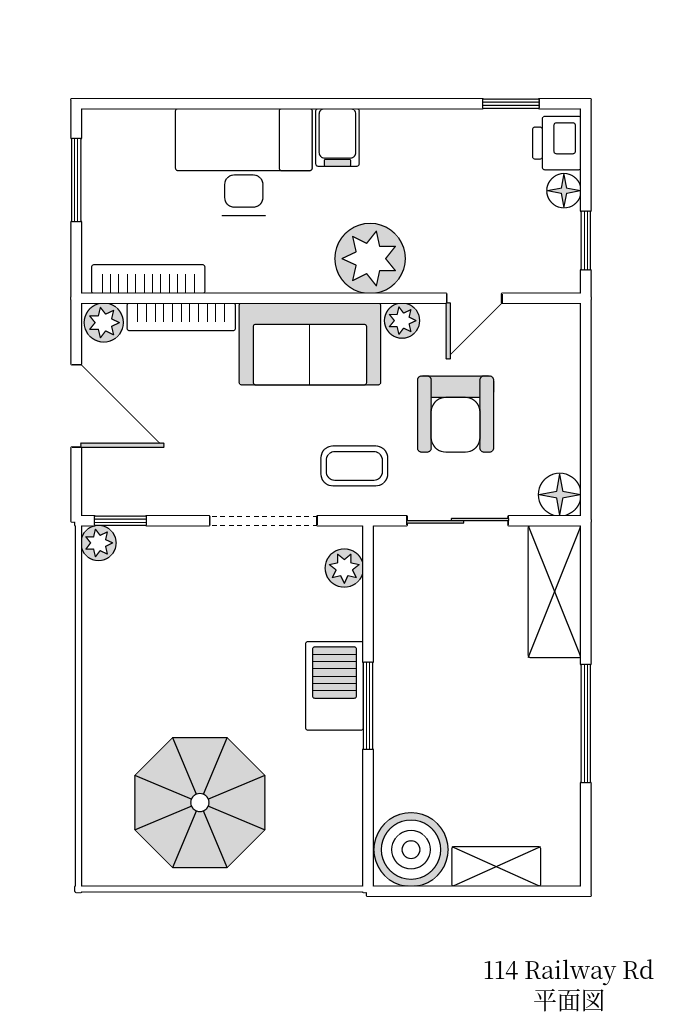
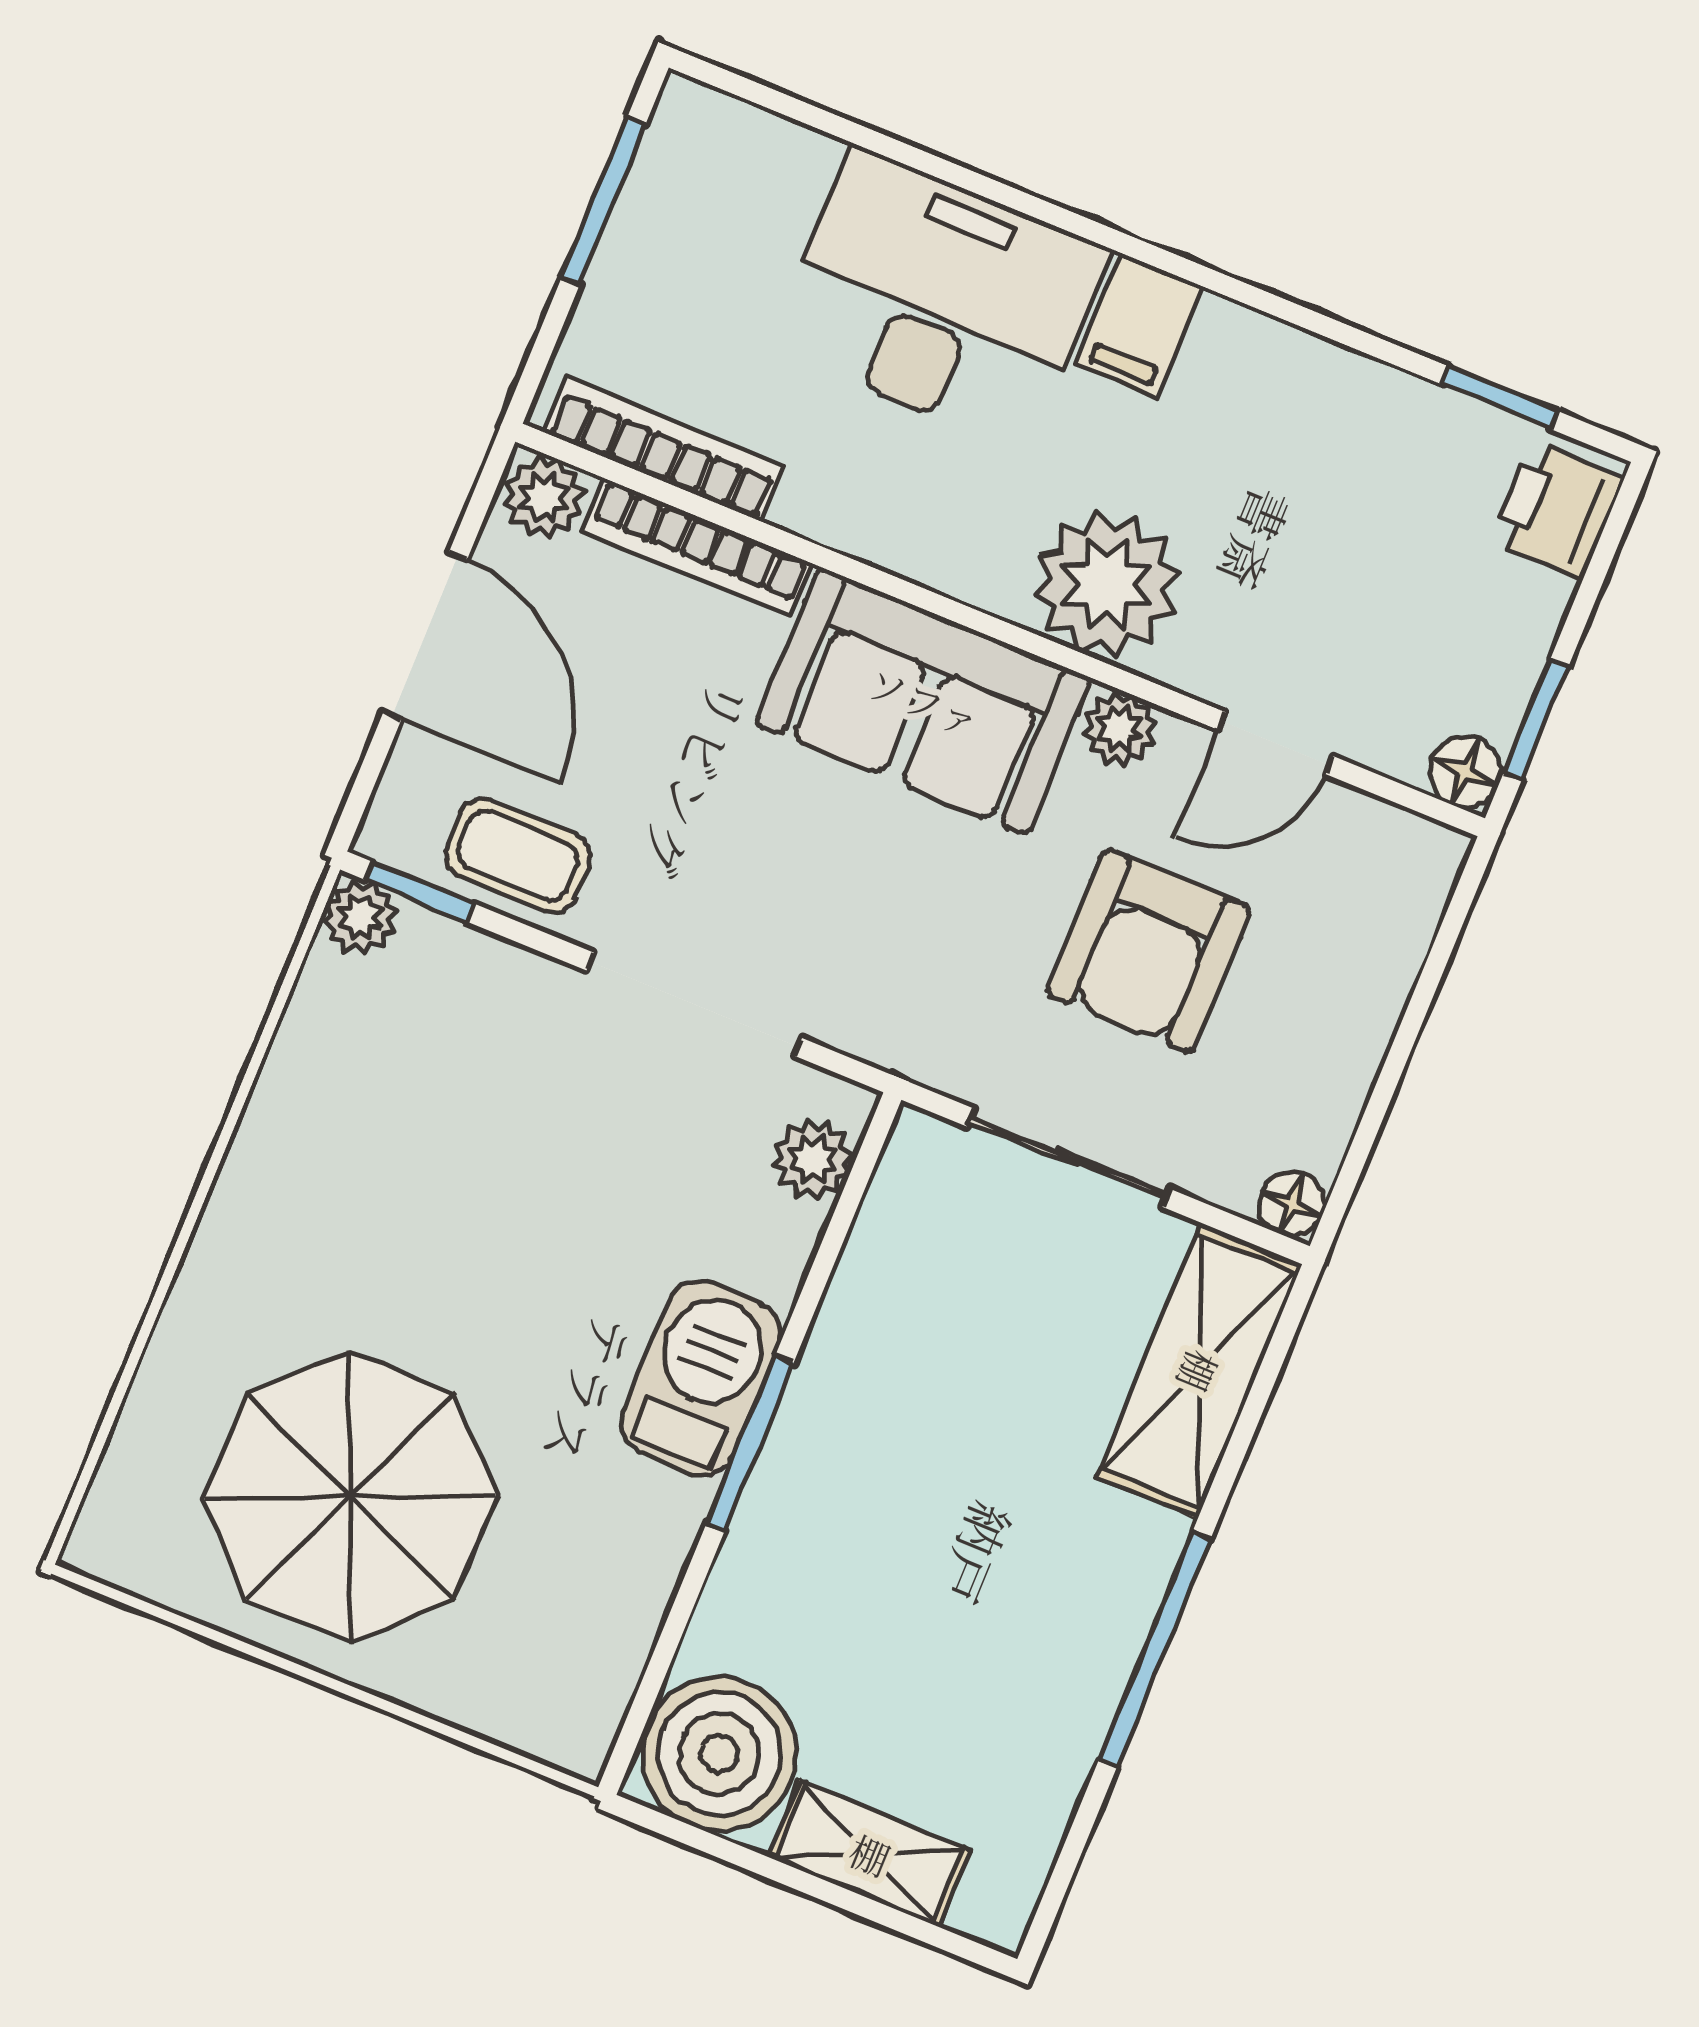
floor lamp: (564, 191) -> (1466, 772), moved
coffee table: (354, 466) -> (518, 856), moved
floor lamp: (560, 495) -> (1292, 1204), width x0.73, depth x0.73

